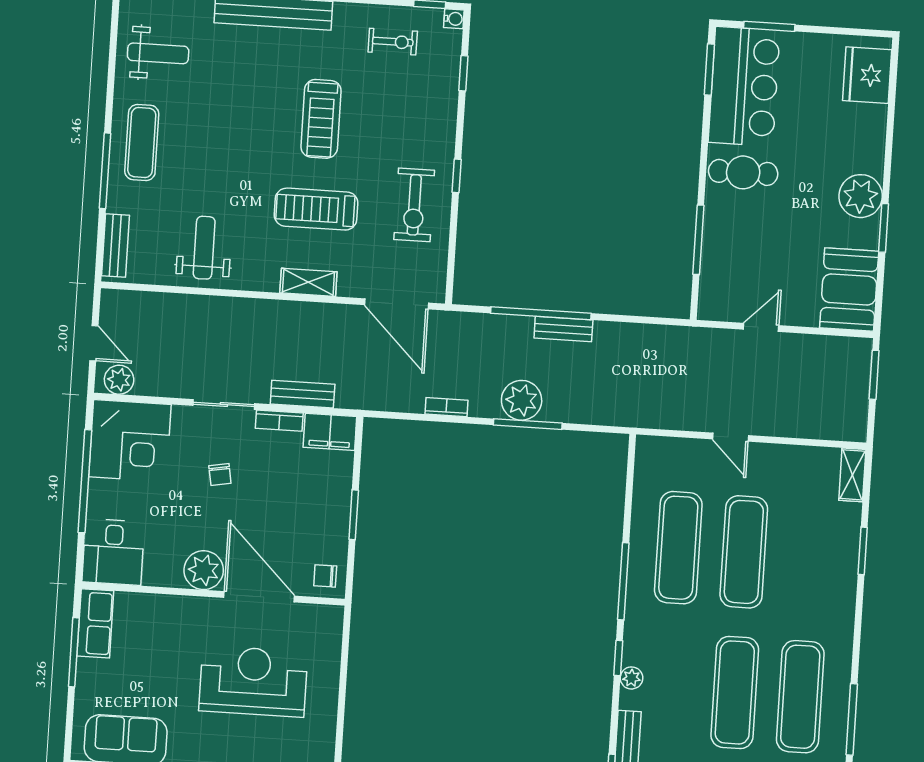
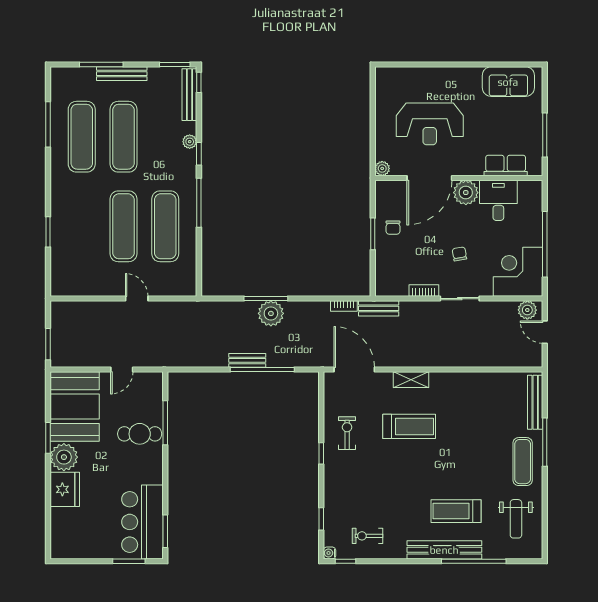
weight bench: (158, 53) -> (516, 519), turned -90
fridge: (867, 75) -> (65, 489), moved
treadmill: (321, 119) -> (456, 511), moved, turned -90
cafe table: (743, 172) -> (140, 434), moved
exercise bike: (414, 205) -> (347, 433), width x0.73, depth x0.72
bench: (115, 246) -> (535, 402), width x1.36
weight bench: (204, 248) -> (479, 397), removed
booth: (849, 289) -> (75, 407), width x1.36, depth x1.42
bench: (303, 394) -> (379, 308), moved
bookcase: (447, 407) -> (344, 306), moved
filing cabinet: (330, 432) -> (391, 286), removed
shelving: (852, 475) -> (58, 280), removed
desk: (113, 552) -> (498, 200), moved
chair: (325, 576) -> (393, 228), moved, turned 90
door: (259, 597) -> (429, 178), hinge flipped
plant: (332, 616) -> (382, 168), added
row of seats: (95, 623) -> (506, 166), moved, turned 90

